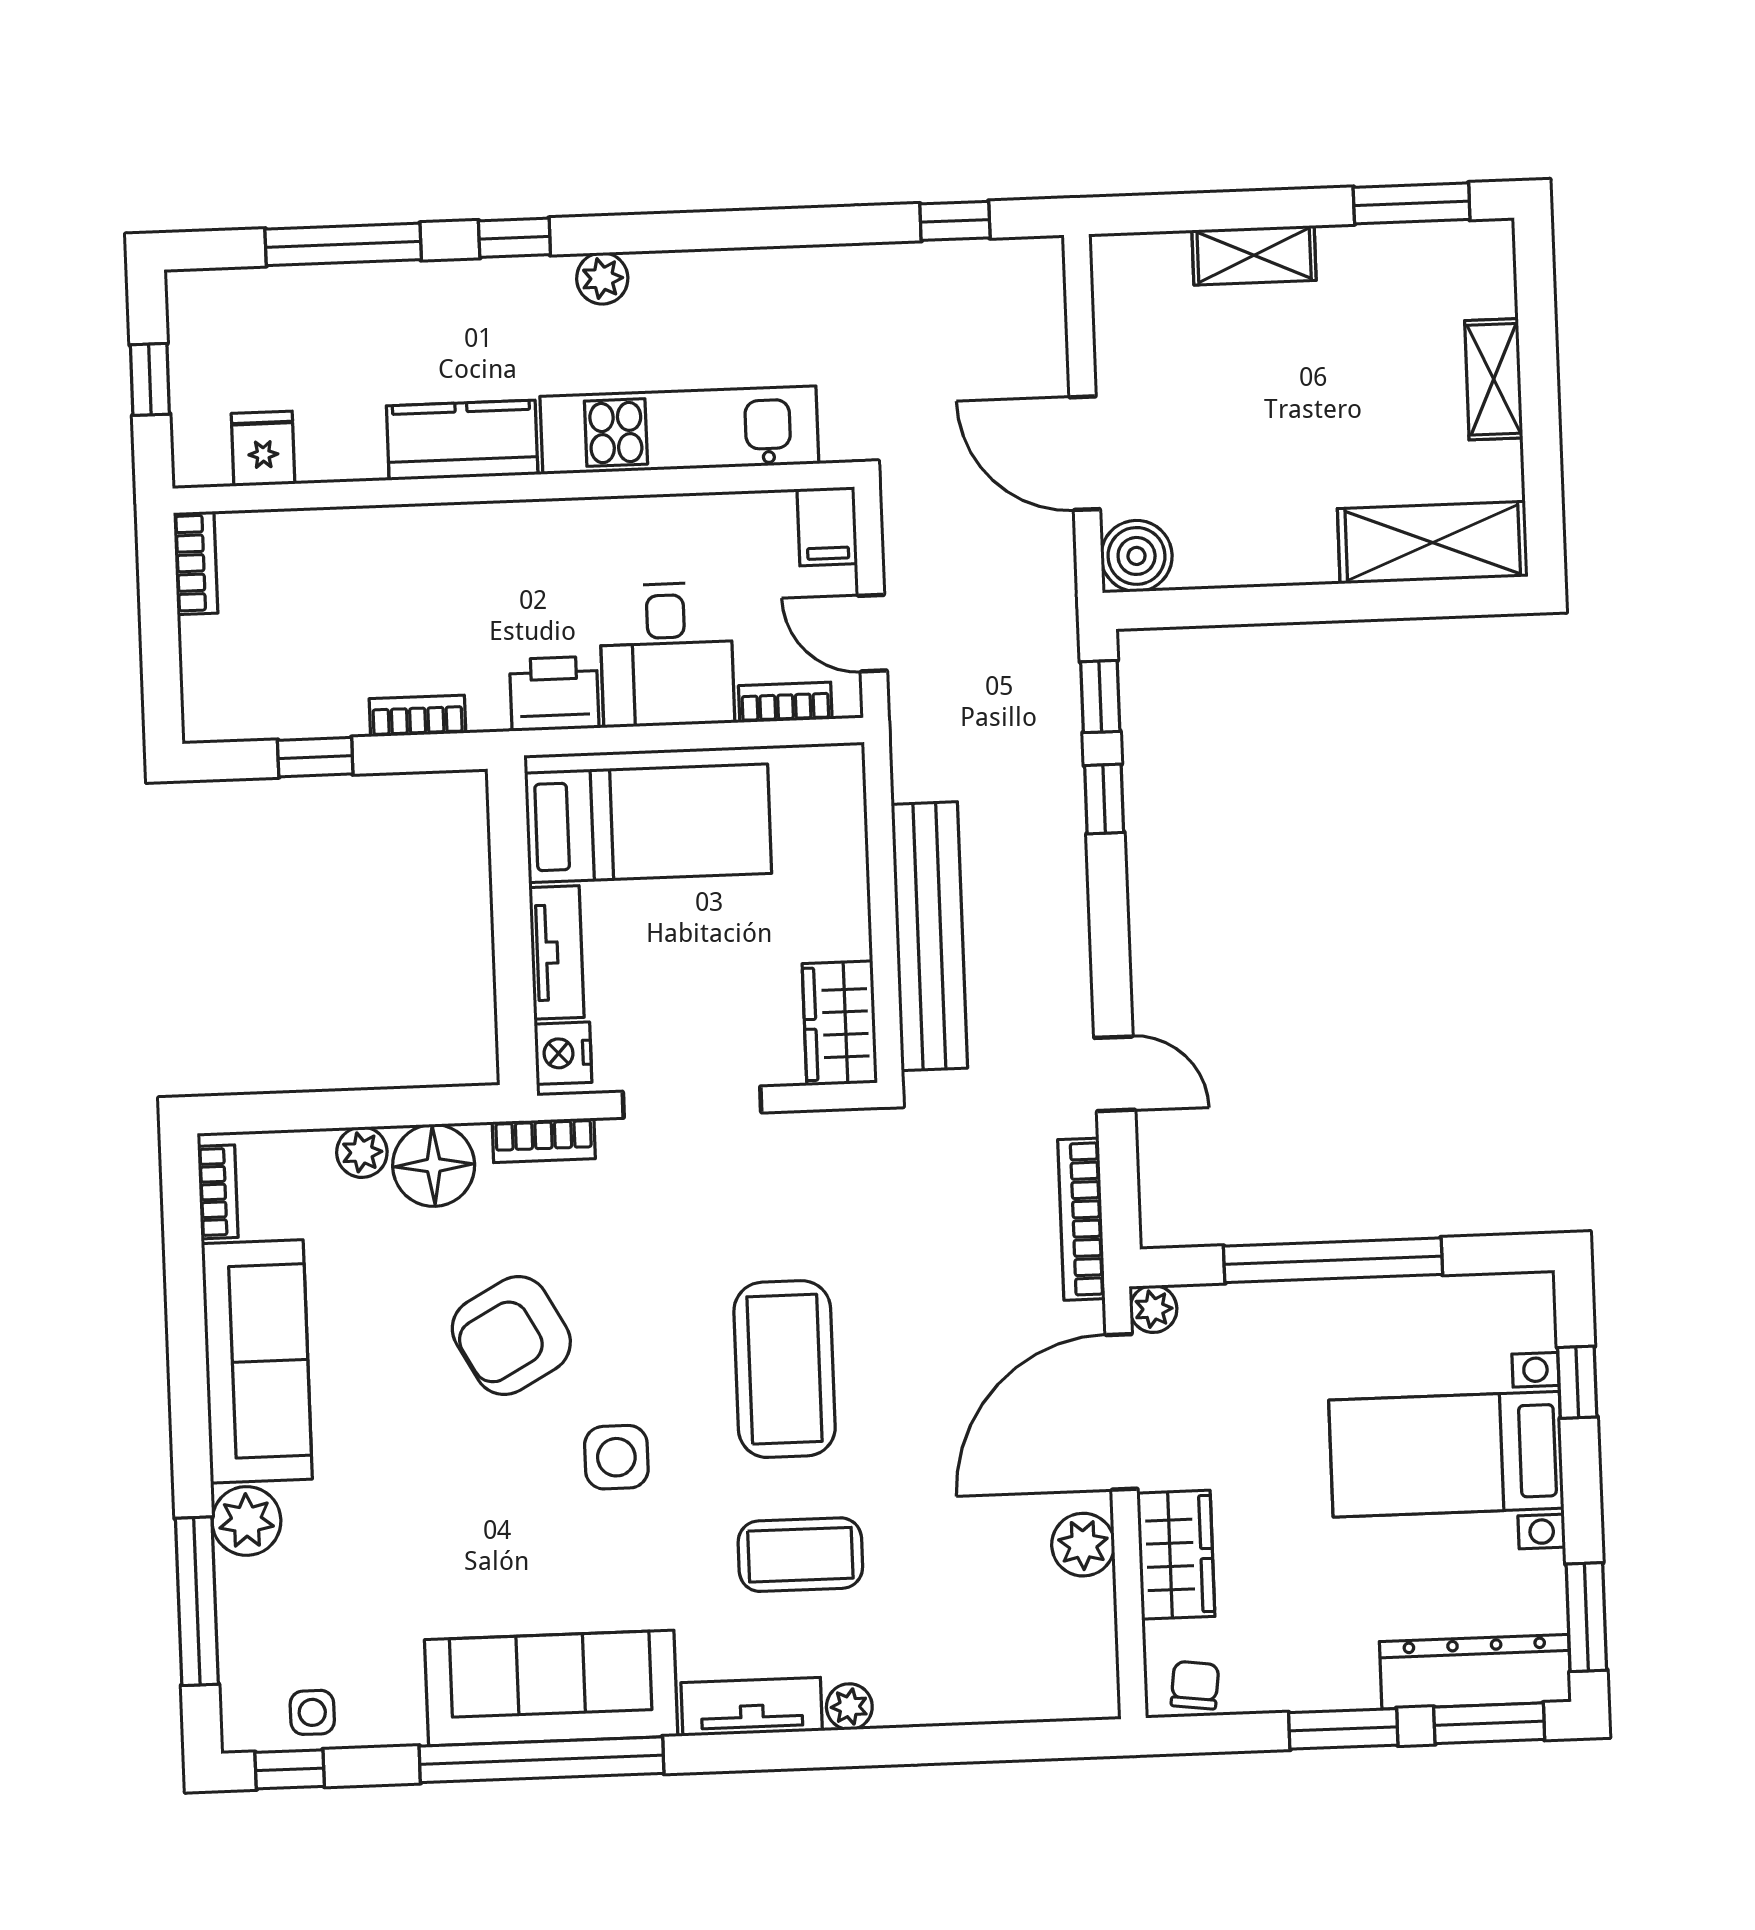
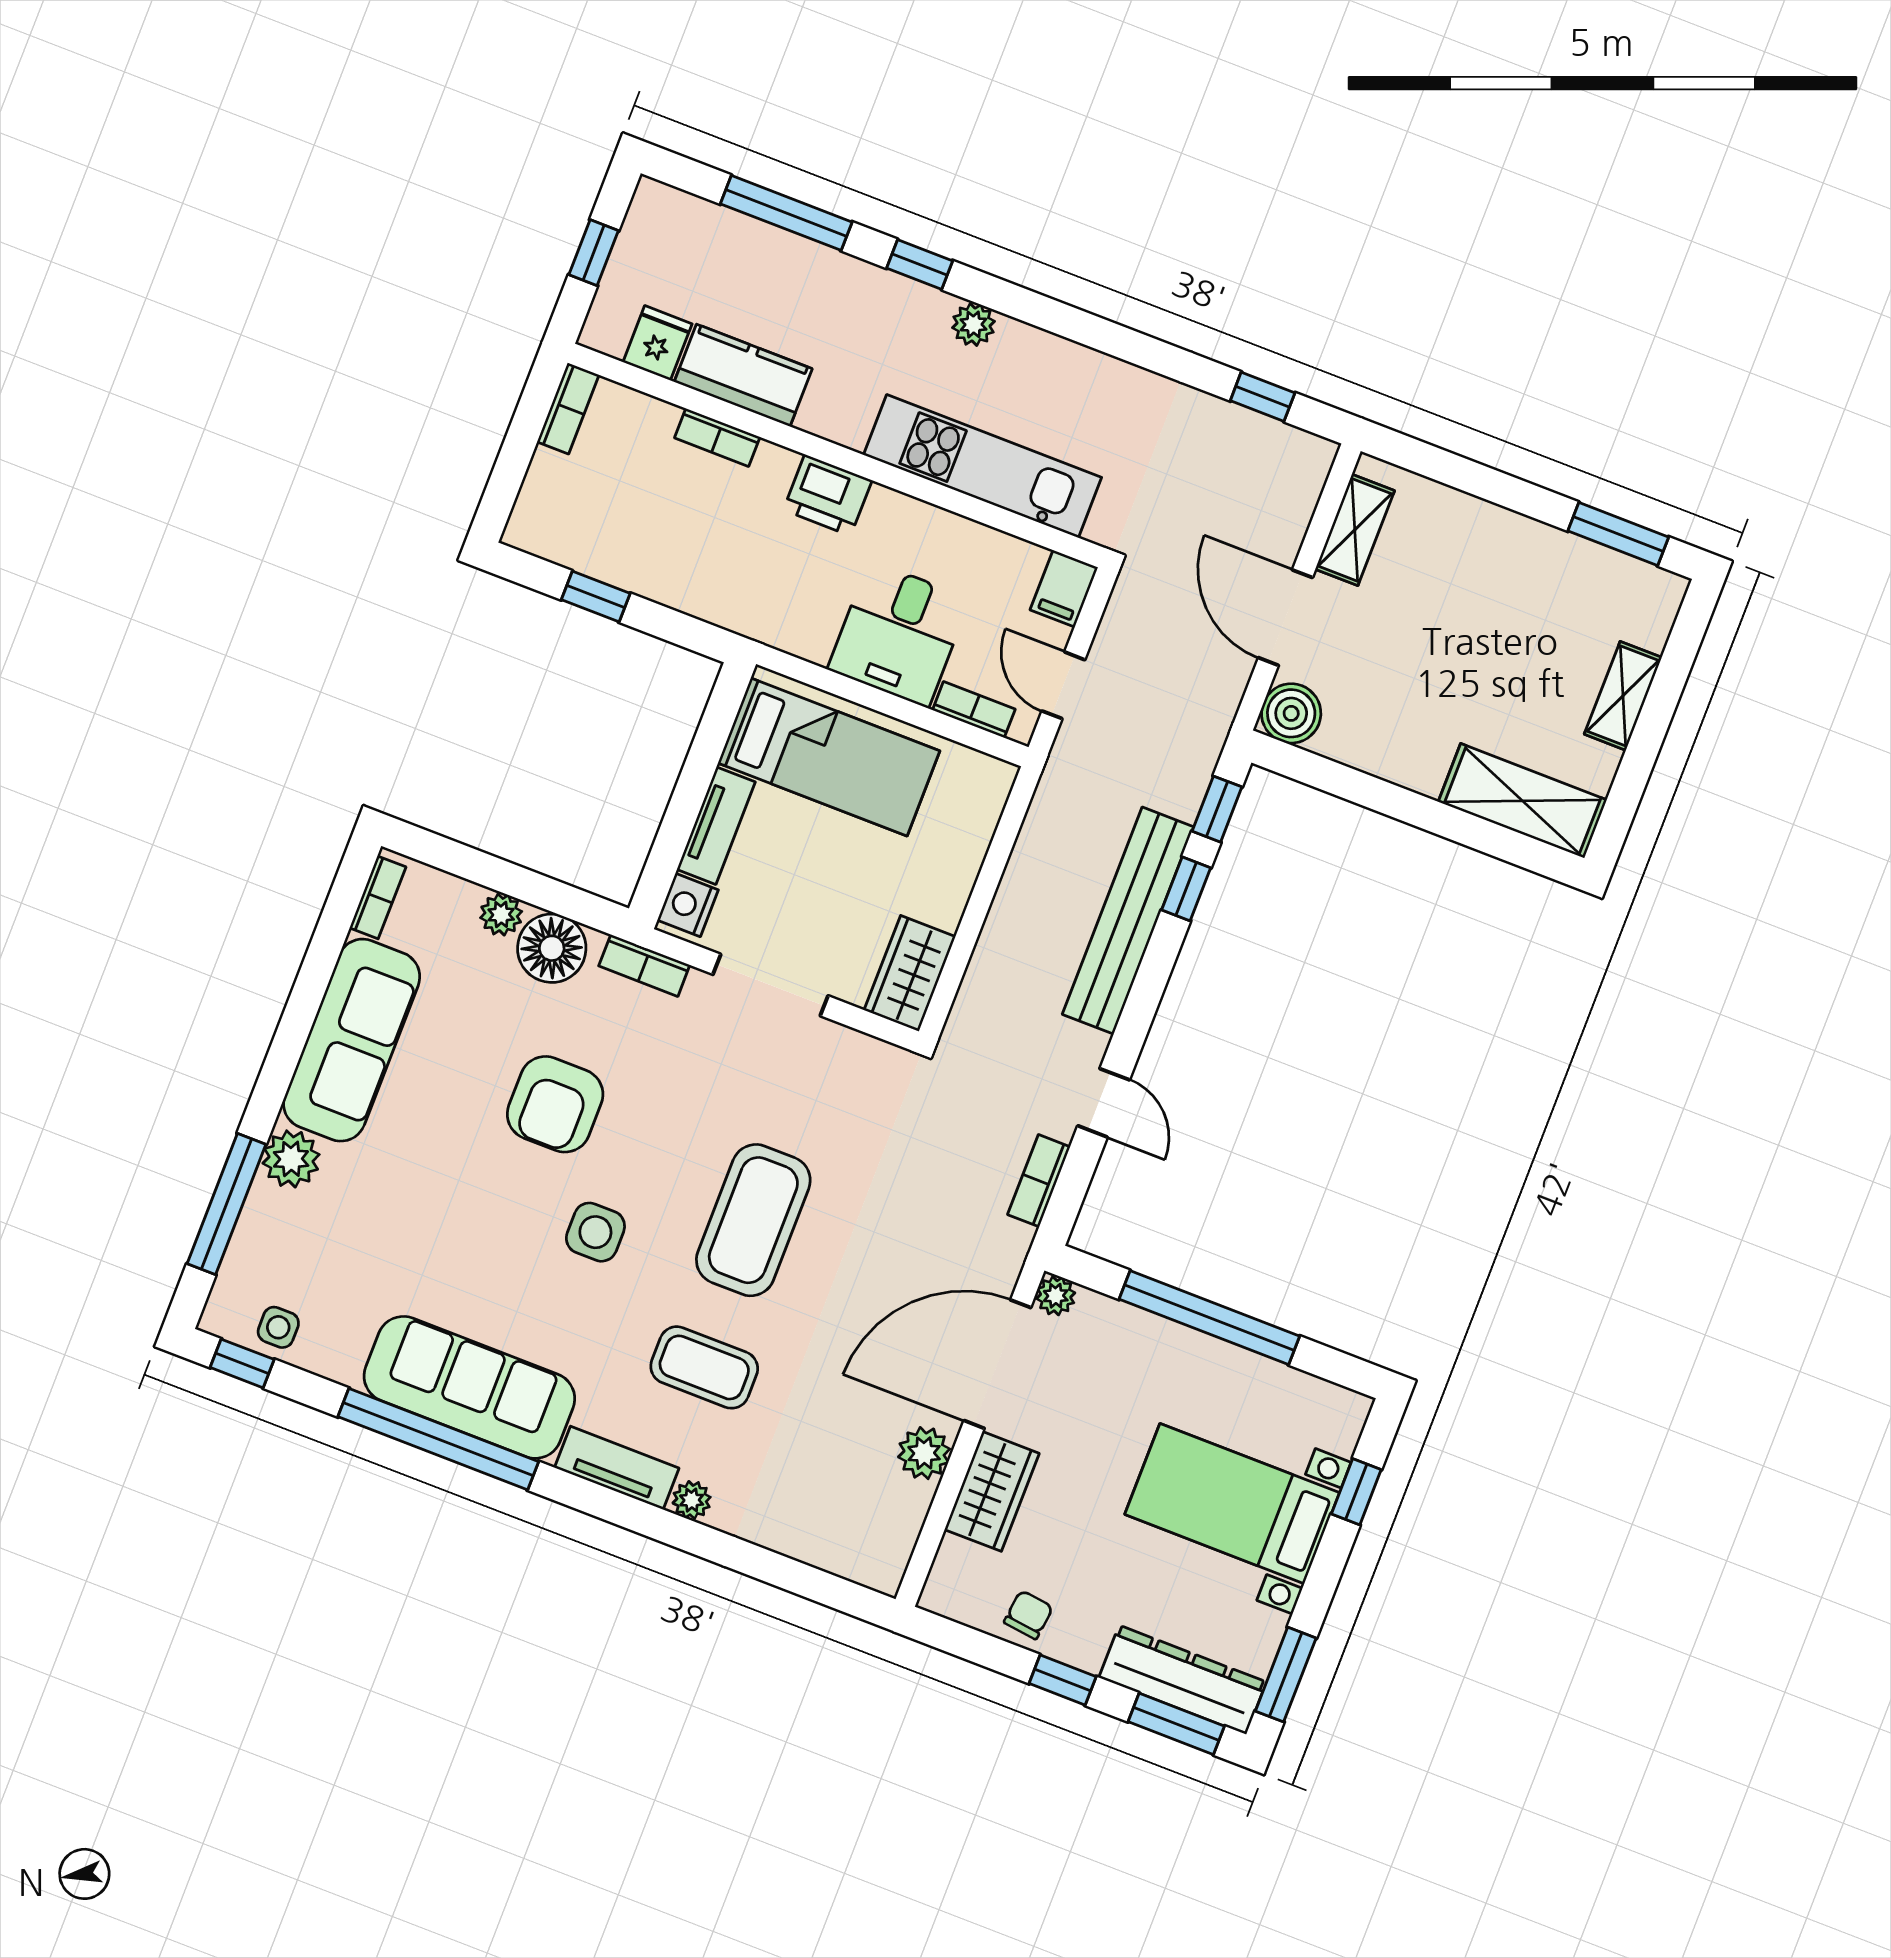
shelving: (1254, 255) -> (1355, 530), moved, turned 90
kitchen counter: (462, 440) -> (743, 375), moved
printer: (554, 694) -> (828, 495), moved, turned 180
bookcase: (417, 716) -> (717, 437), moved, turned 180
bench: (929, 936) -> (1128, 921), moved
bookcase: (1081, 1219) -> (1039, 1181), width x0.64
armchair: (511, 1336) -> (555, 1104), turned -61
chair: (1195, 1685) -> (1028, 1615), moved
window: (1343, 1729) -> (1063, 1680), width x0.67

